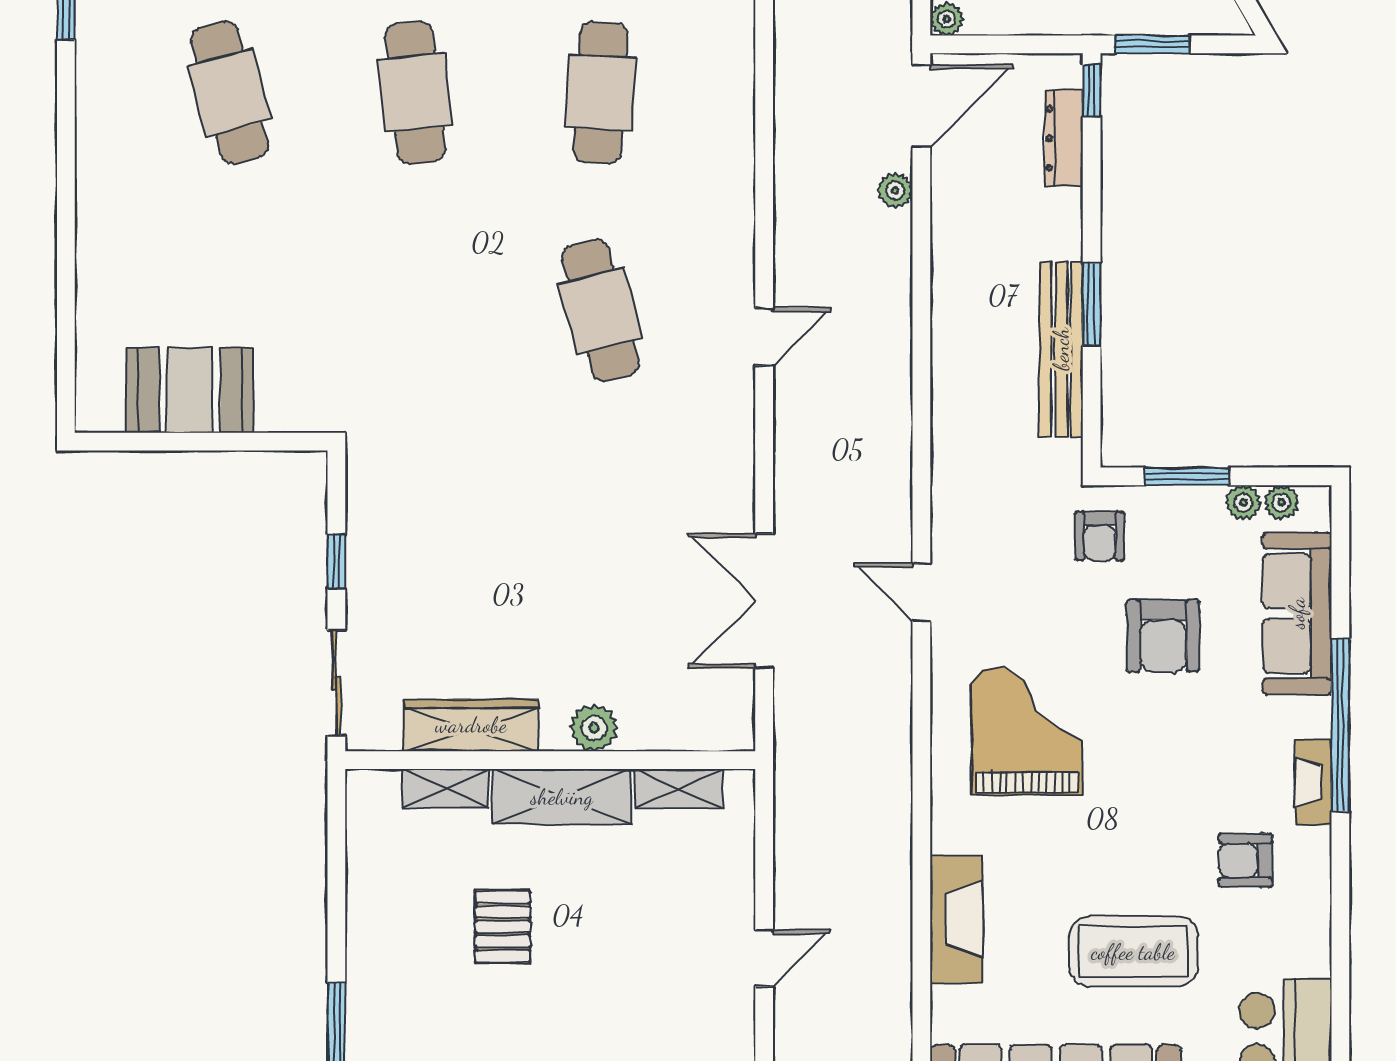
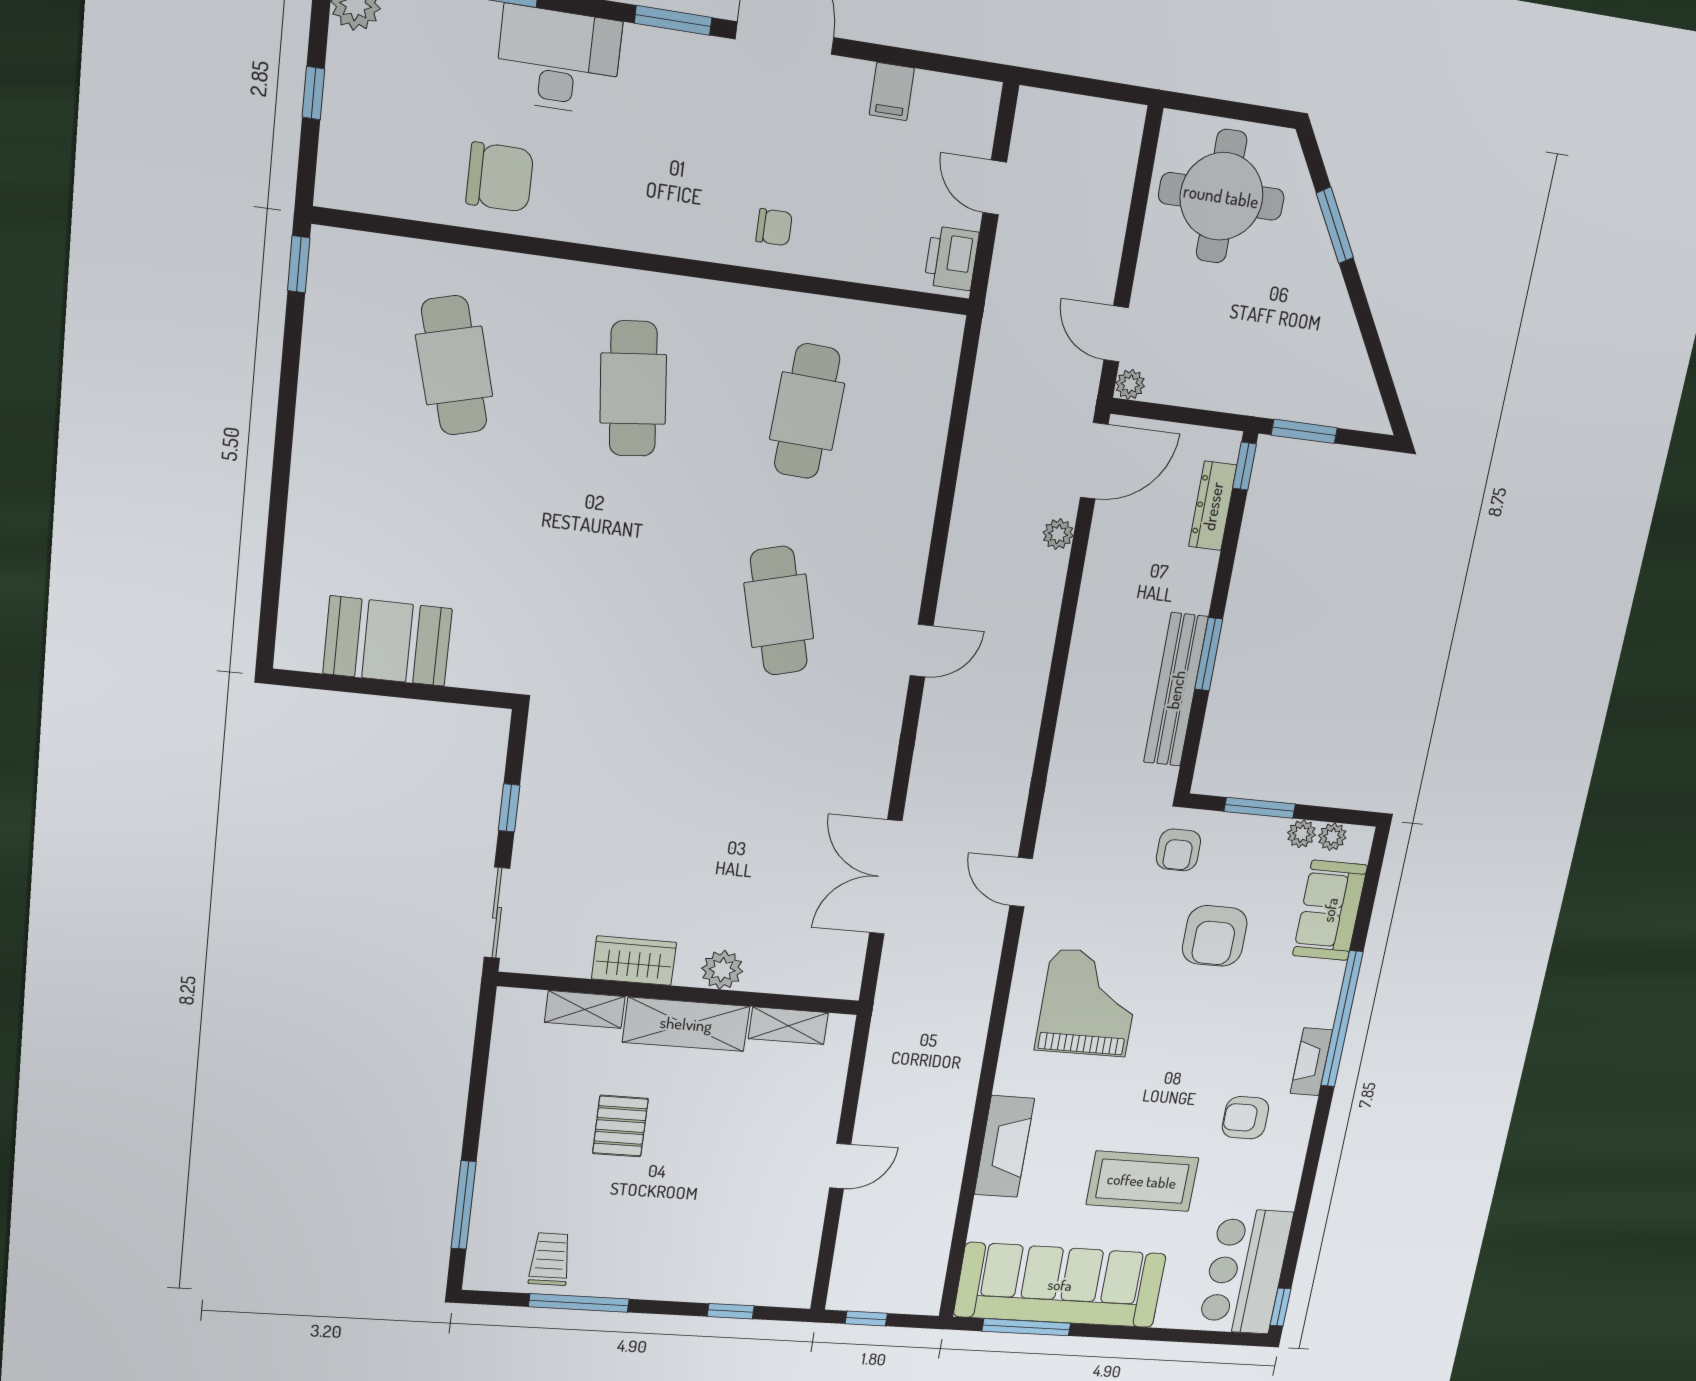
sofa: (1297, 613) -> (1330, 910), width x0.73
wardrobe: (471, 725) -> (634, 961), width x0.67

